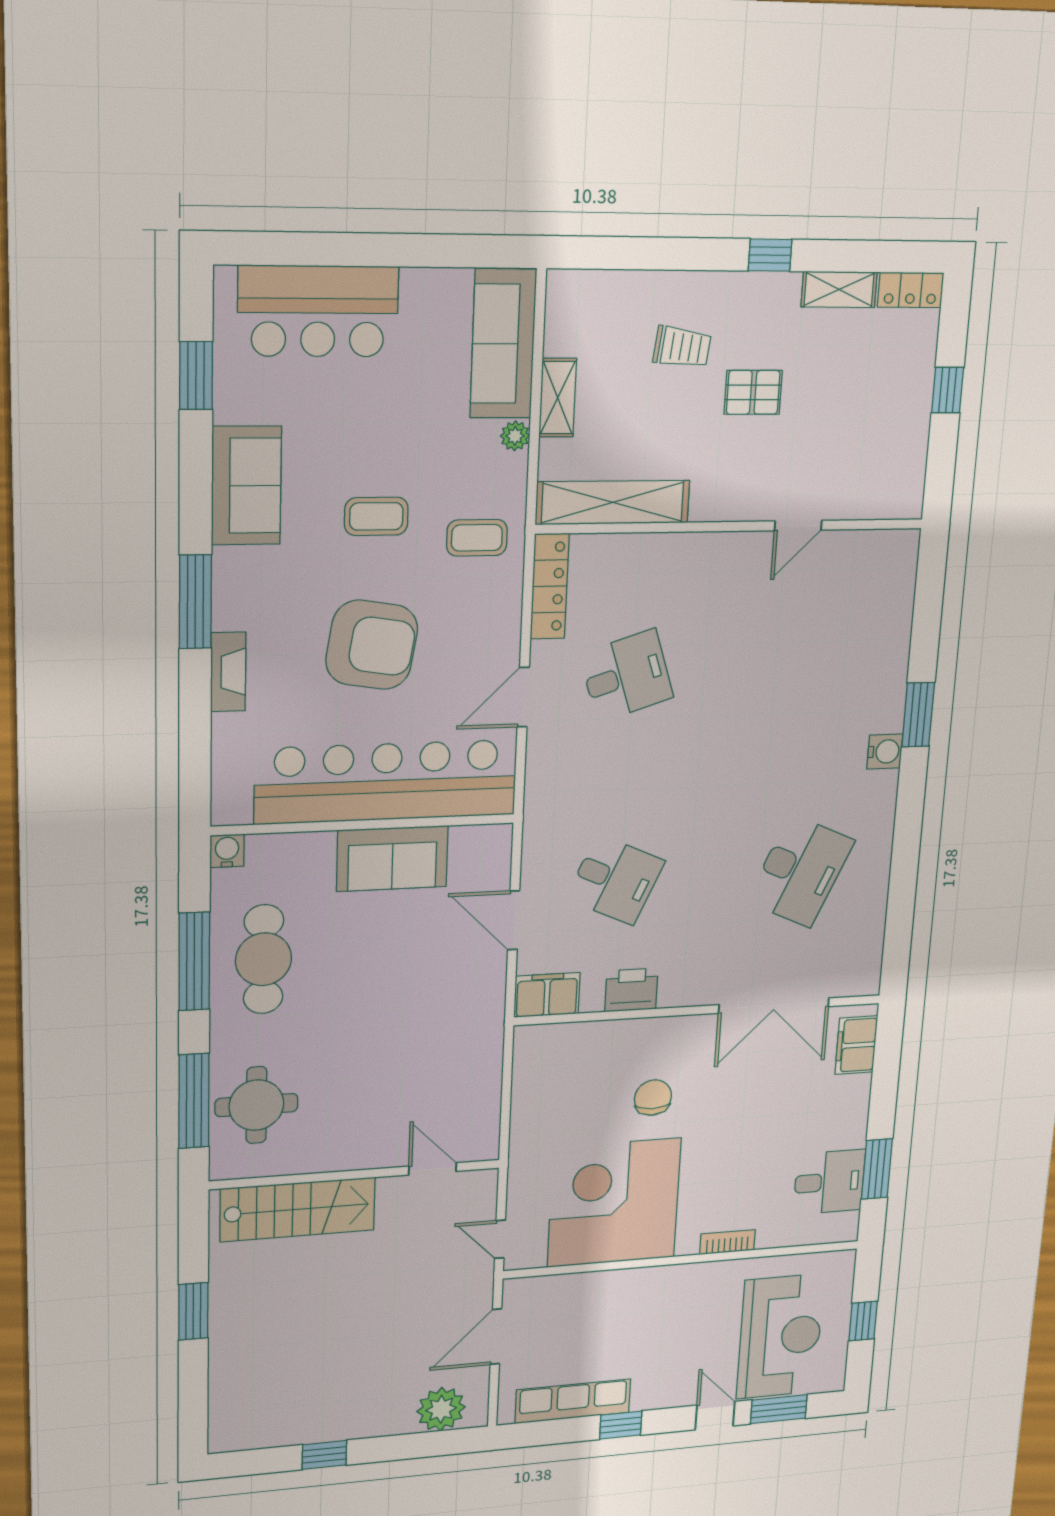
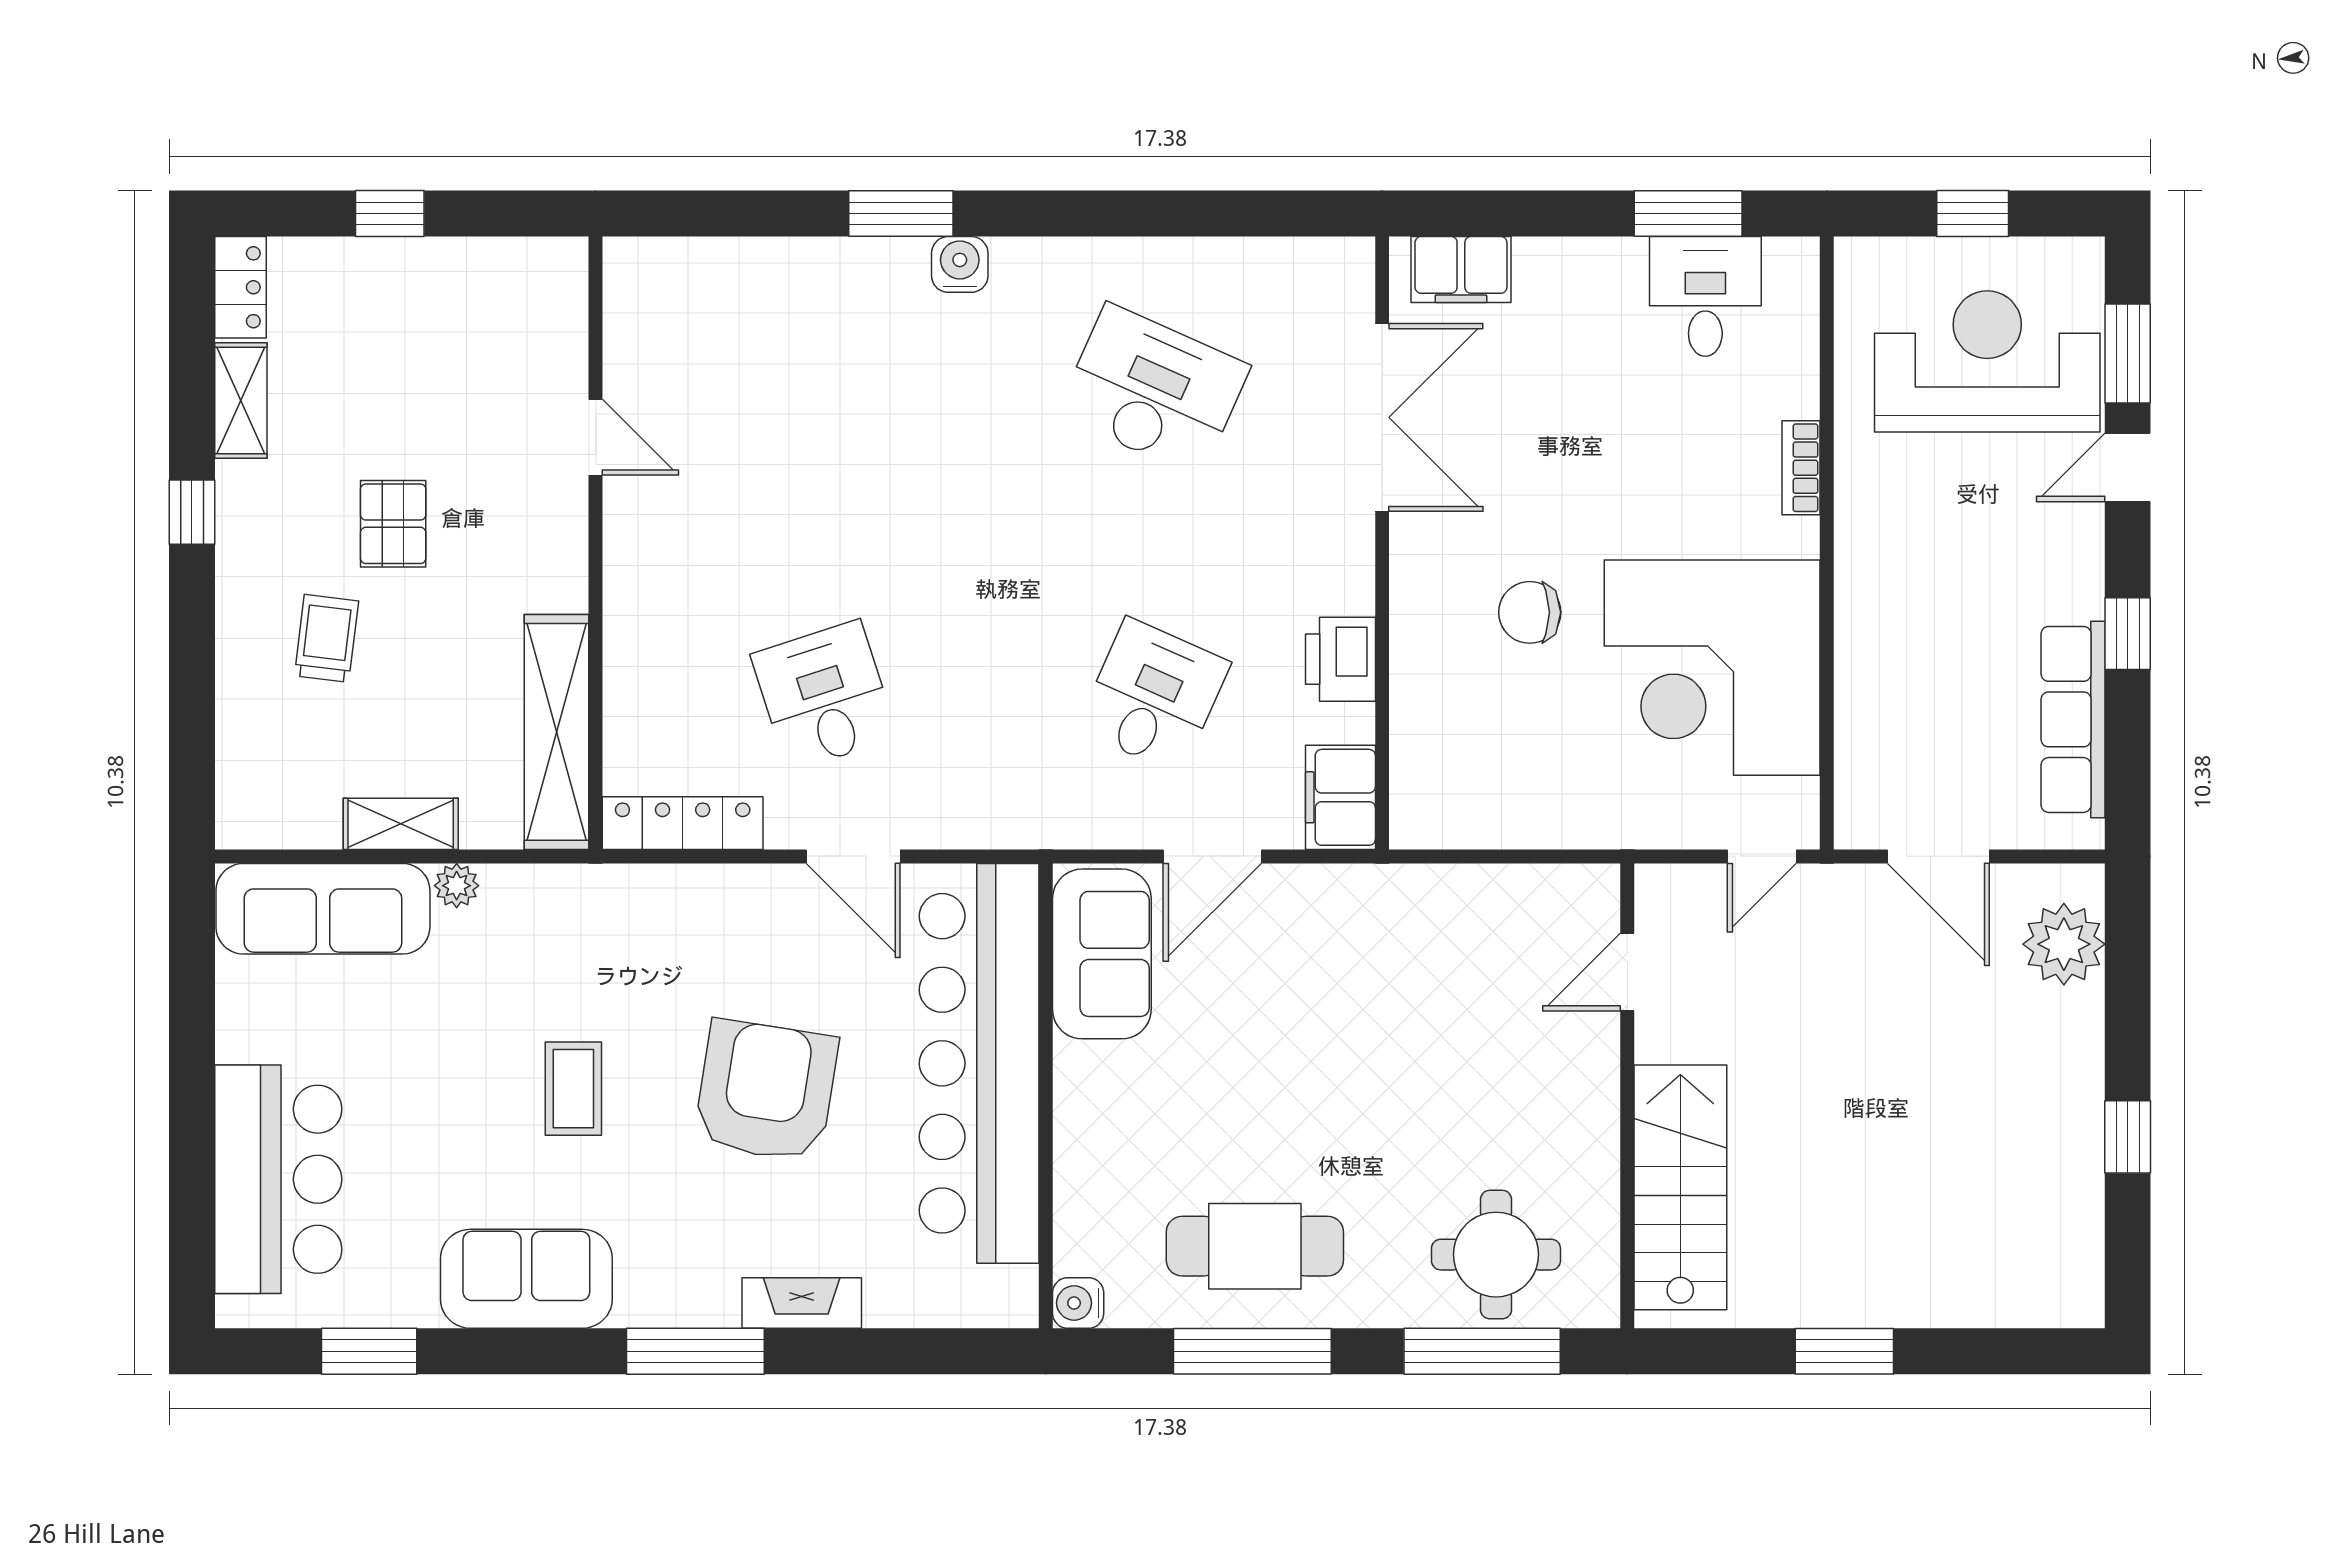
coffee table: (477, 538) -> (607, 937), removed
sofa: (392, 859) -> (1102, 954), moved

